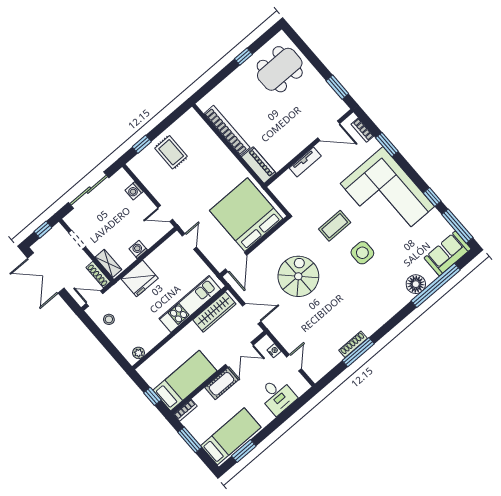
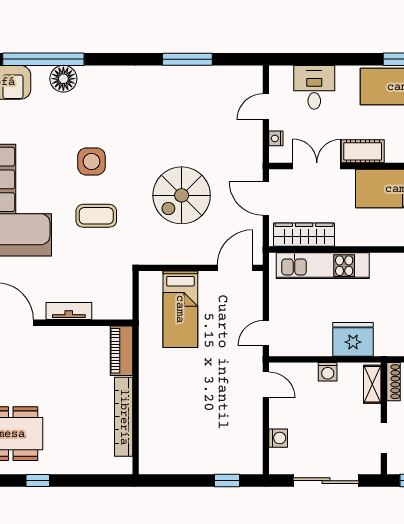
rug: (171, 152) -> (203, 445), removed
bed: (246, 215) -> (180, 309), width x0.49
shoe rack: (353, 344) -> (186, 72), removed

